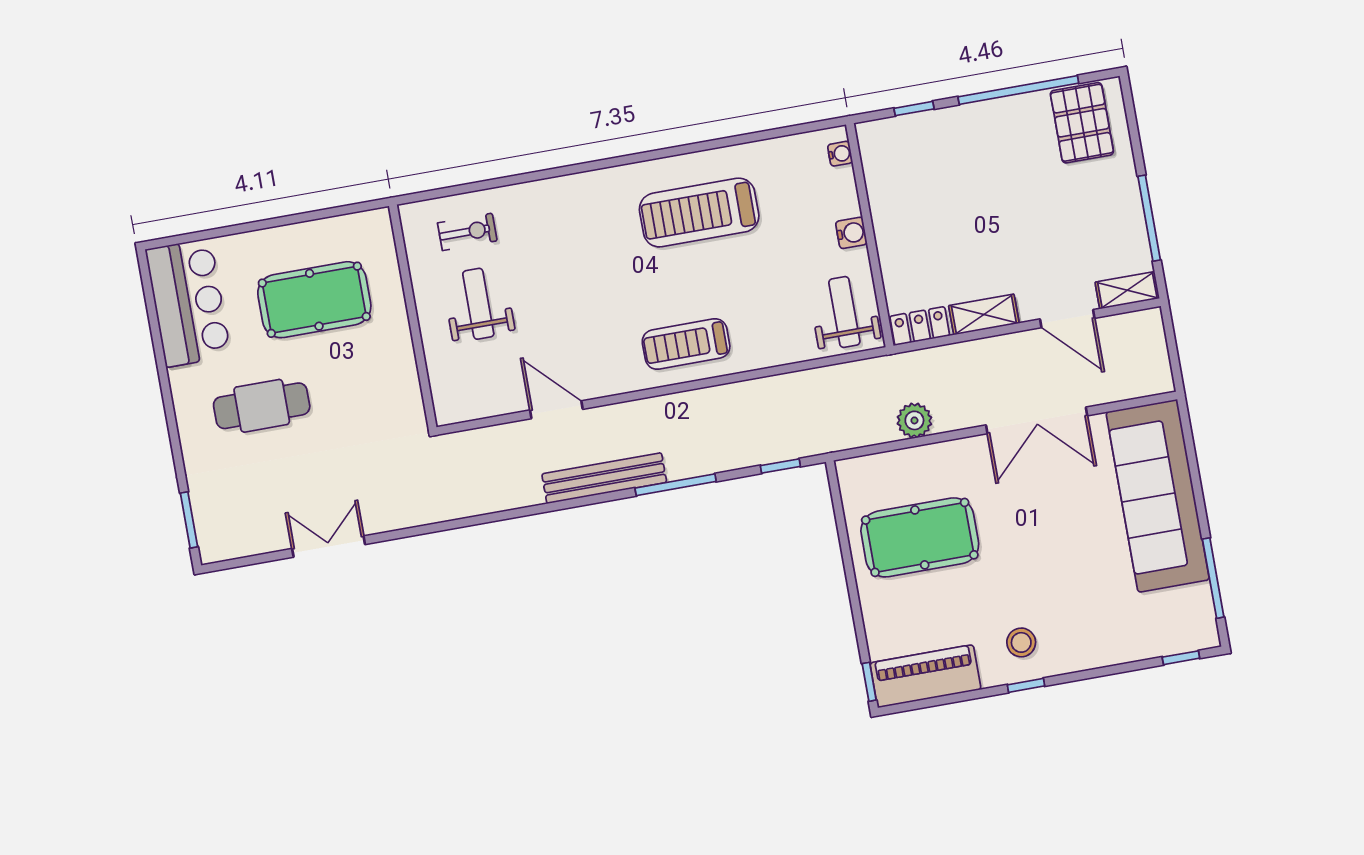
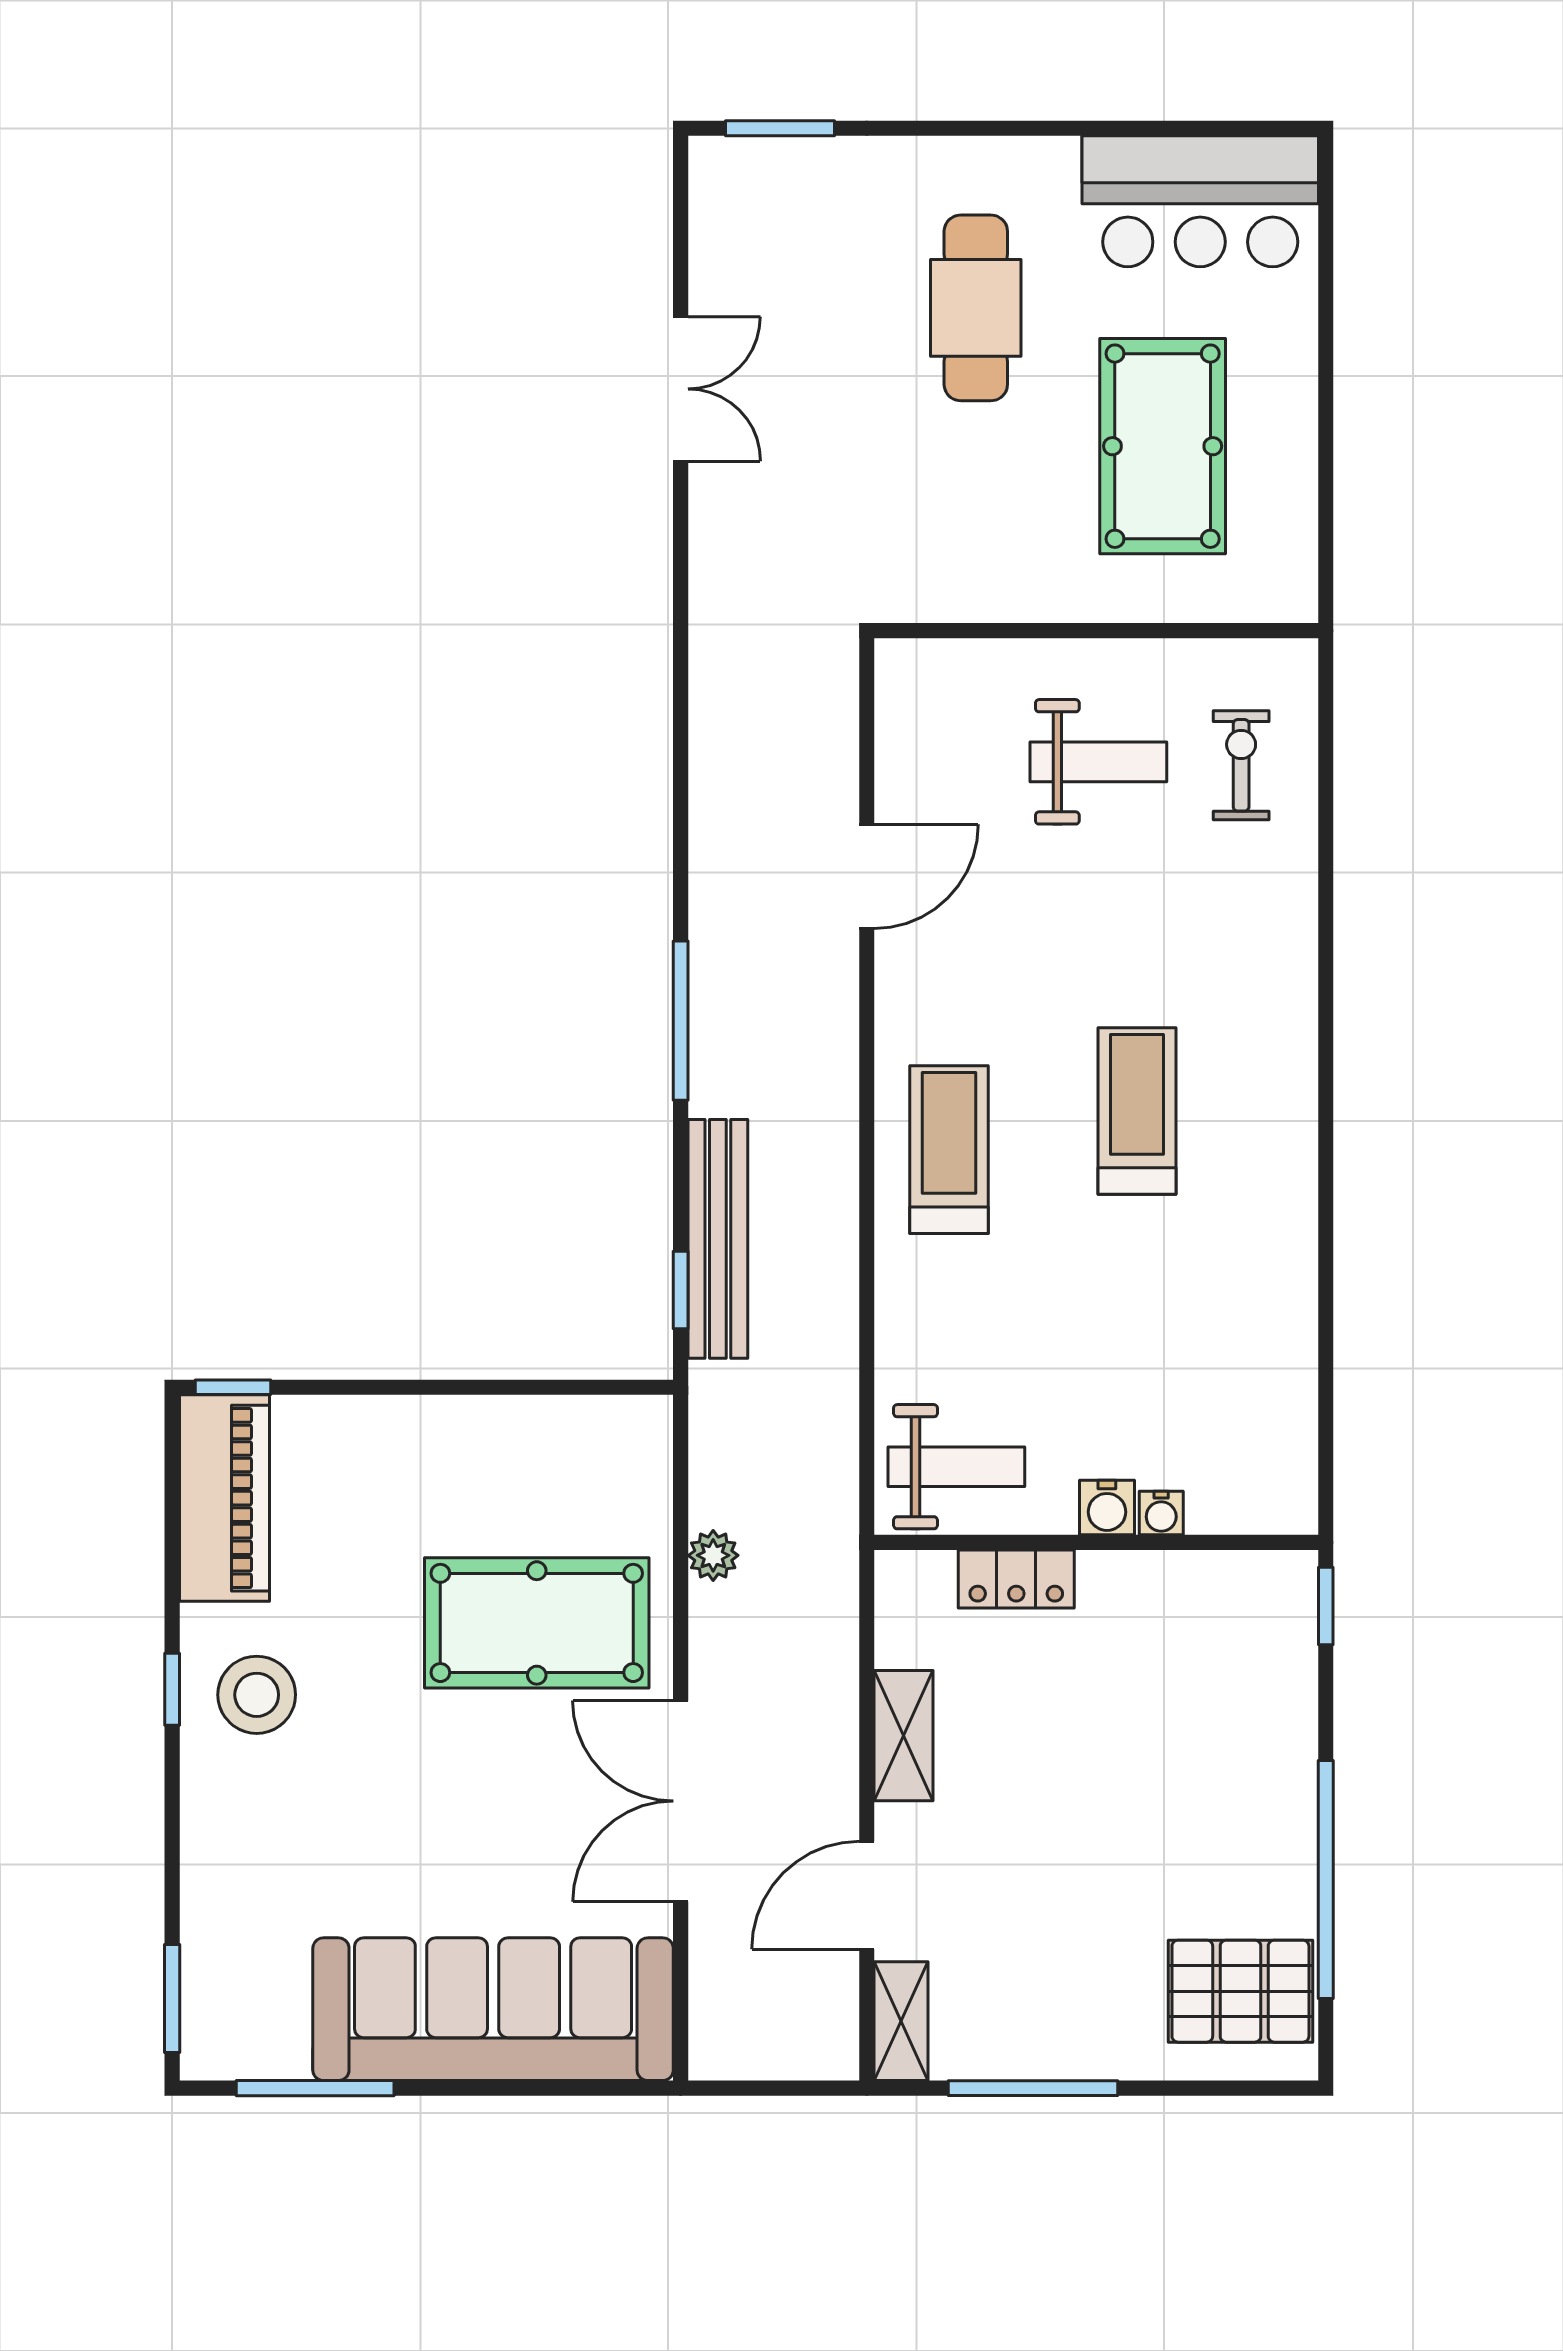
window: (914, 109) -> (1326, 1606), moved
water cooler: (840, 154) -> (1161, 1513), moved
treadmill: (699, 213) -> (1137, 1111), moved, width x0.73, depth x0.73
exercise bike: (467, 232) -> (1241, 765), turned 180
locker: (920, 326) -> (1016, 1579), moved, turned 90
plant: (914, 420) -> (713, 1555), width x0.73, depth x0.73
bench: (604, 478) -> (718, 1239), moved
window: (676, 485) -> (681, 1021), moved
pool table: (920, 537) -> (537, 1623), moved, turned 90
stool: (1021, 642) -> (257, 1695), width x1.38, depth x1.38
window: (1181, 658) -> (172, 1998), width x1.50

